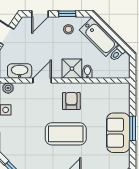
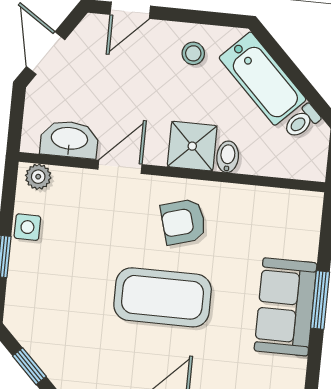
window: (67, 14) -> (194, 17), removed
armchair: (71, 101) -> (183, 222), turned -106

